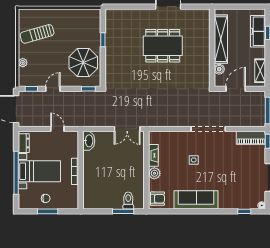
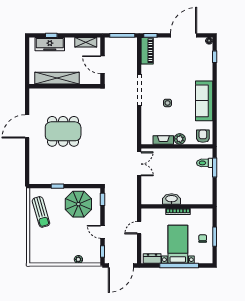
sun lounger: (37, 34) -> (41, 212), moved
dining table: (163, 46) -> (63, 131), turned 90
boiler: (219, 69) -> (84, 80), removed
washbasin: (89, 141) -> (172, 199), moved

